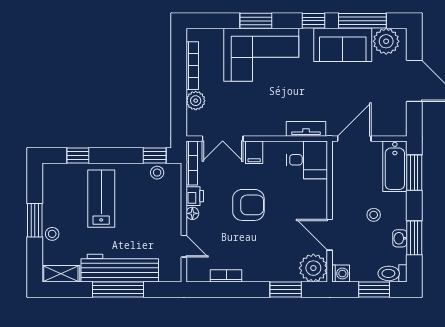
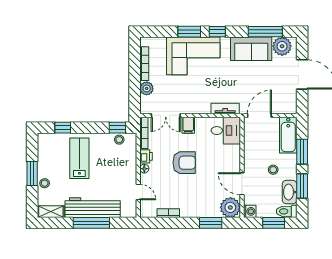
window: (314, 21) -> (217, 32), moved
window: (414, 173) -> (302, 152), moved
washbasin: (400, 238) -> (290, 192), width x1.91, depth x1.45

